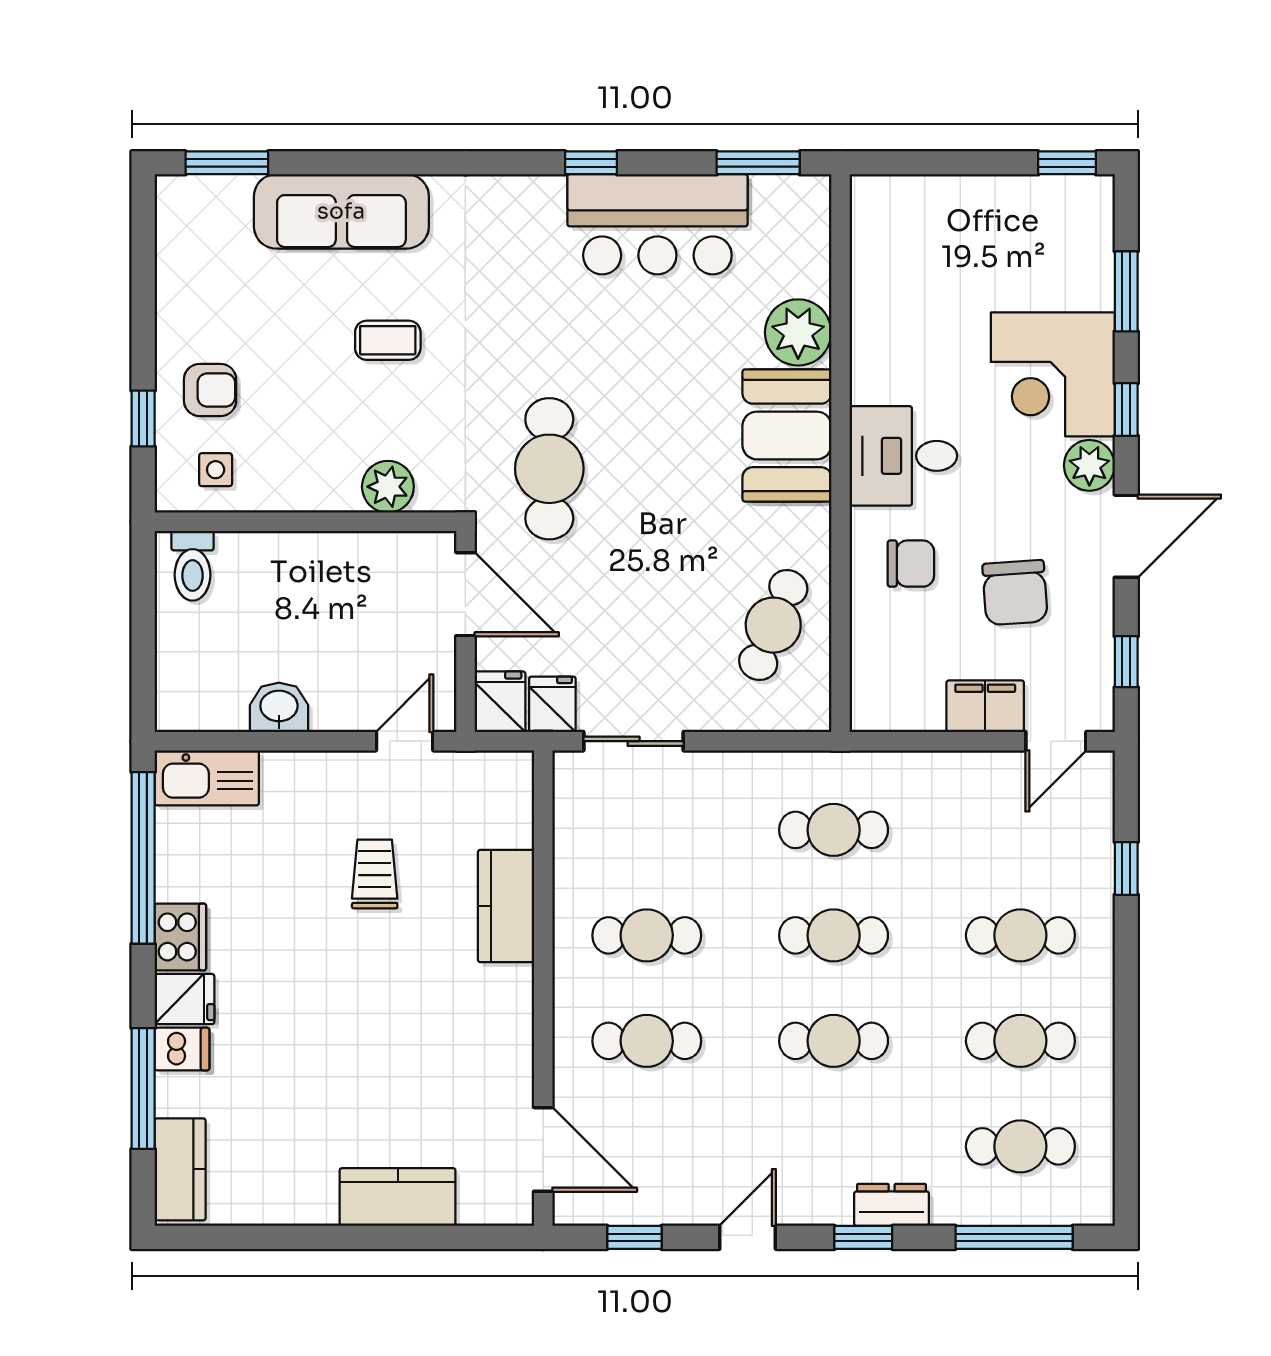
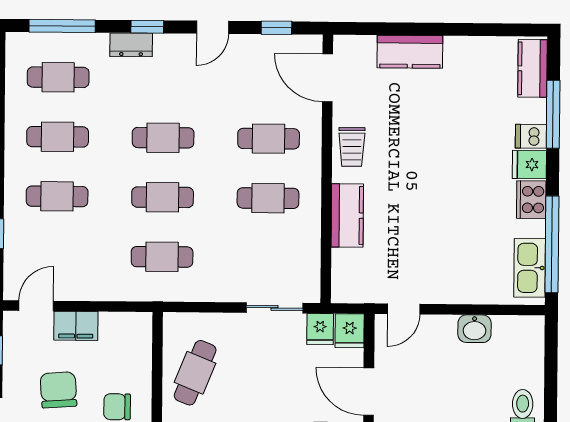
kitchen sink: (207, 778) -> (530, 268), moved, turned -90
trolley: (375, 874) -> (352, 147), moved

